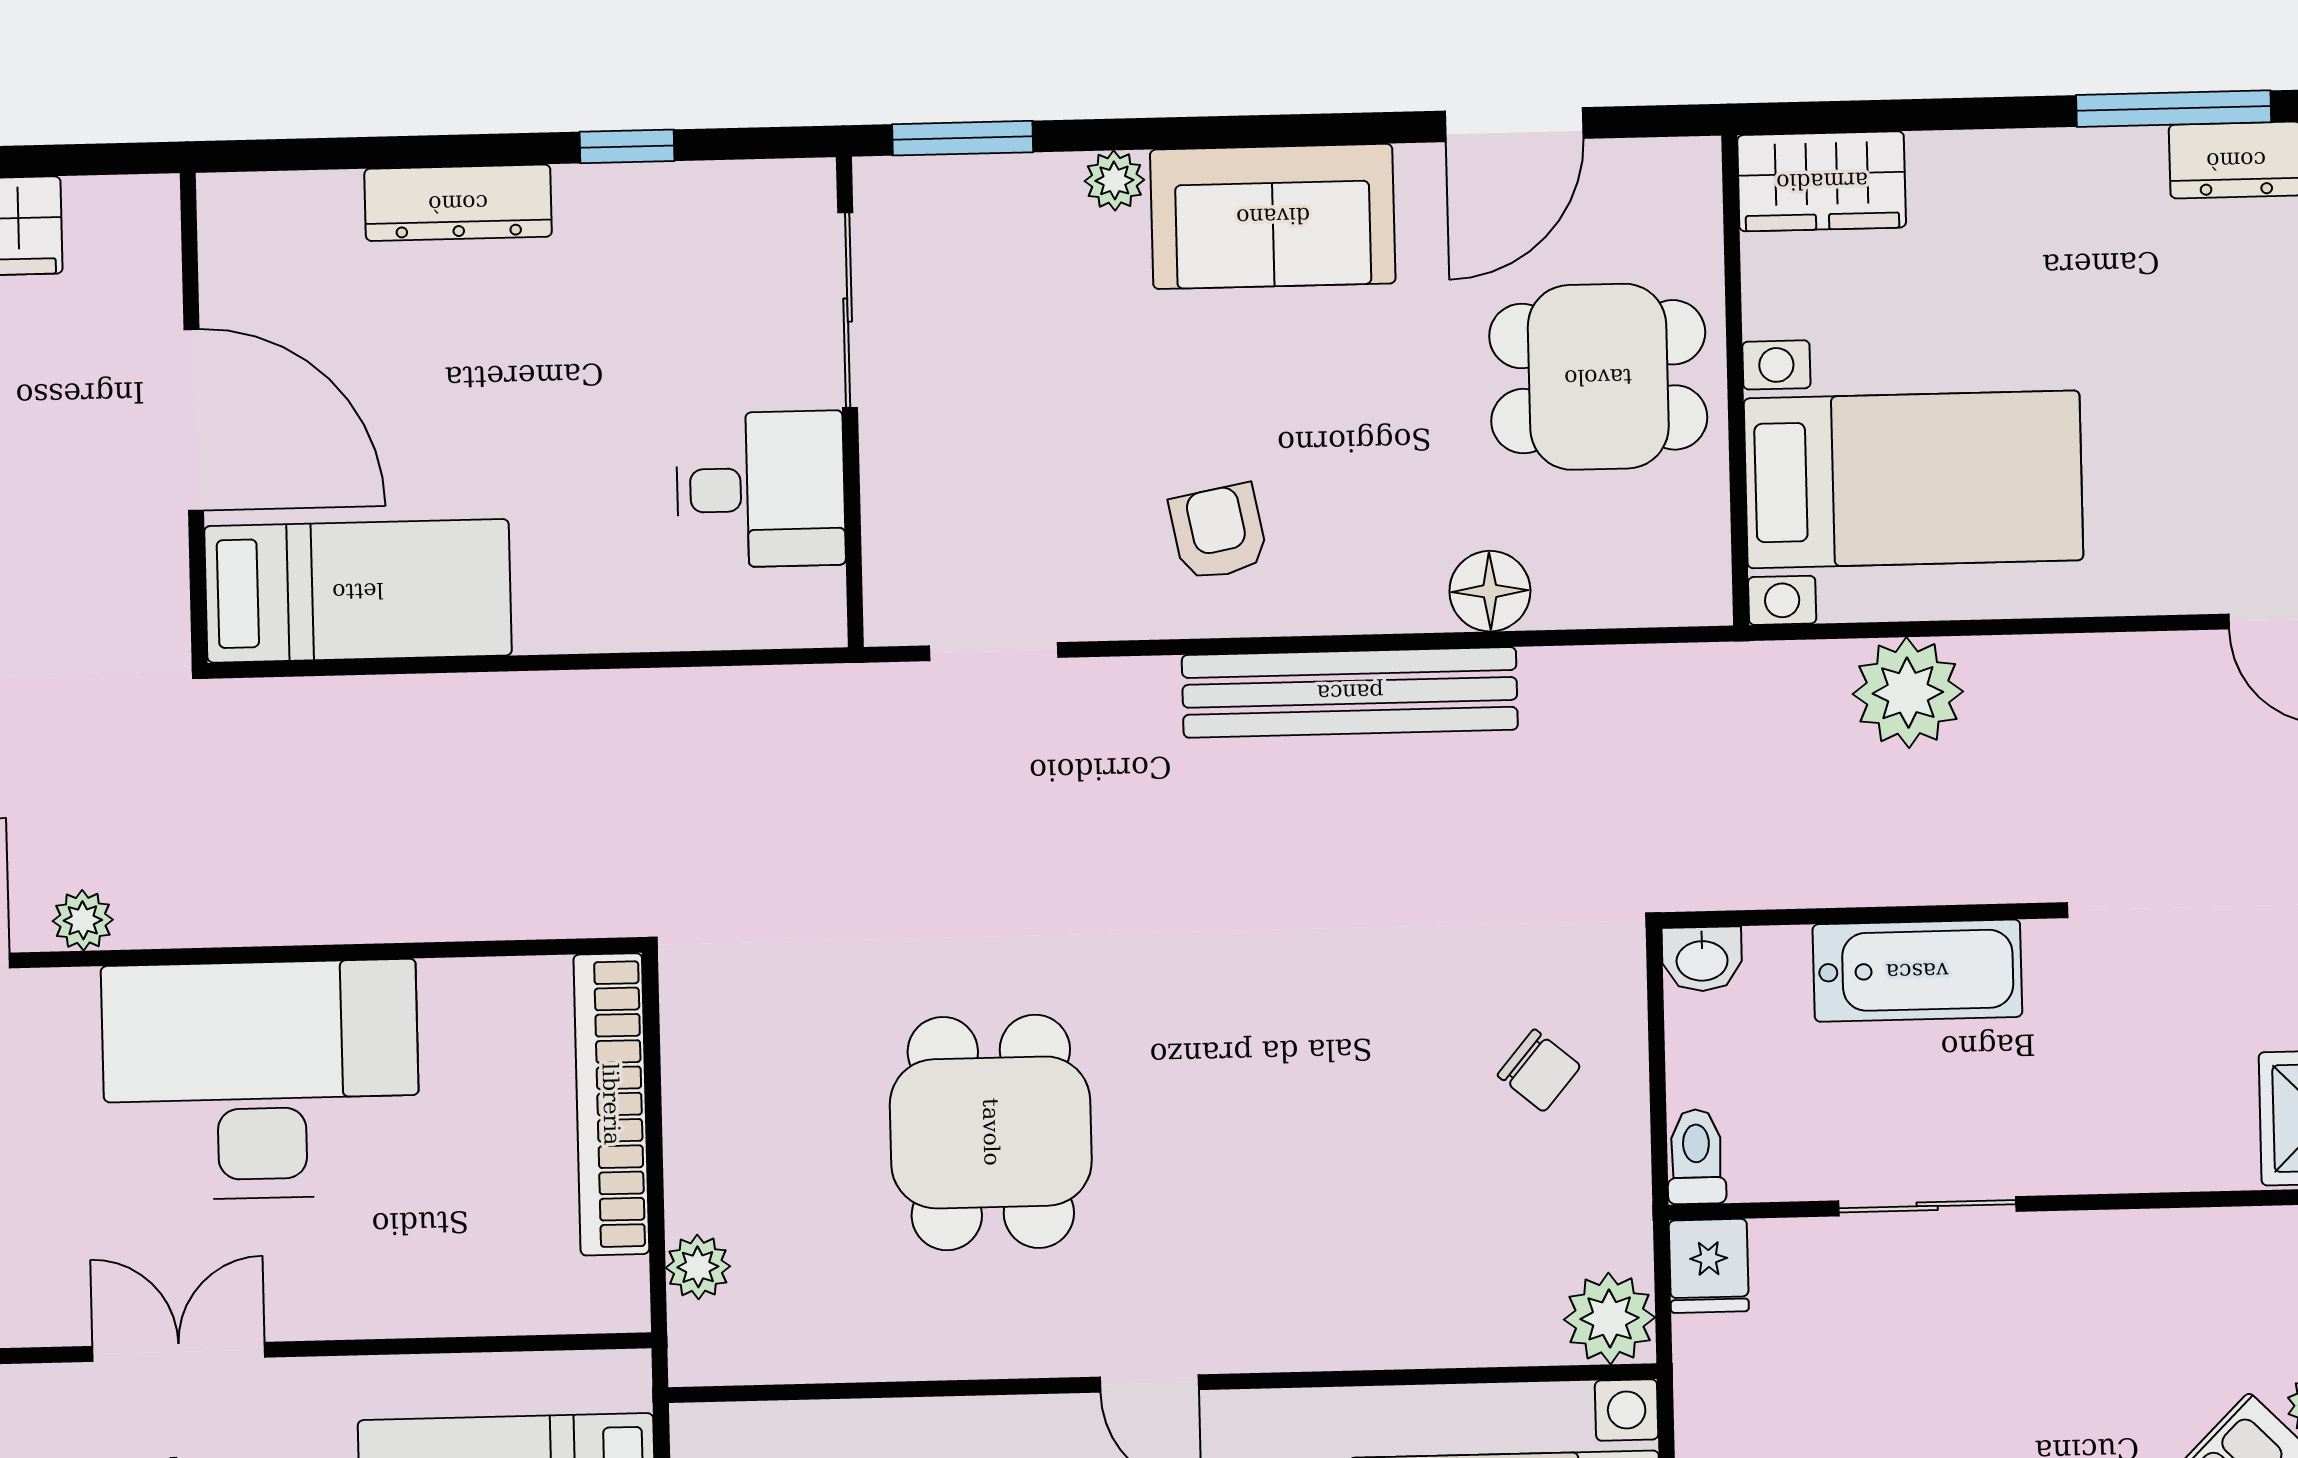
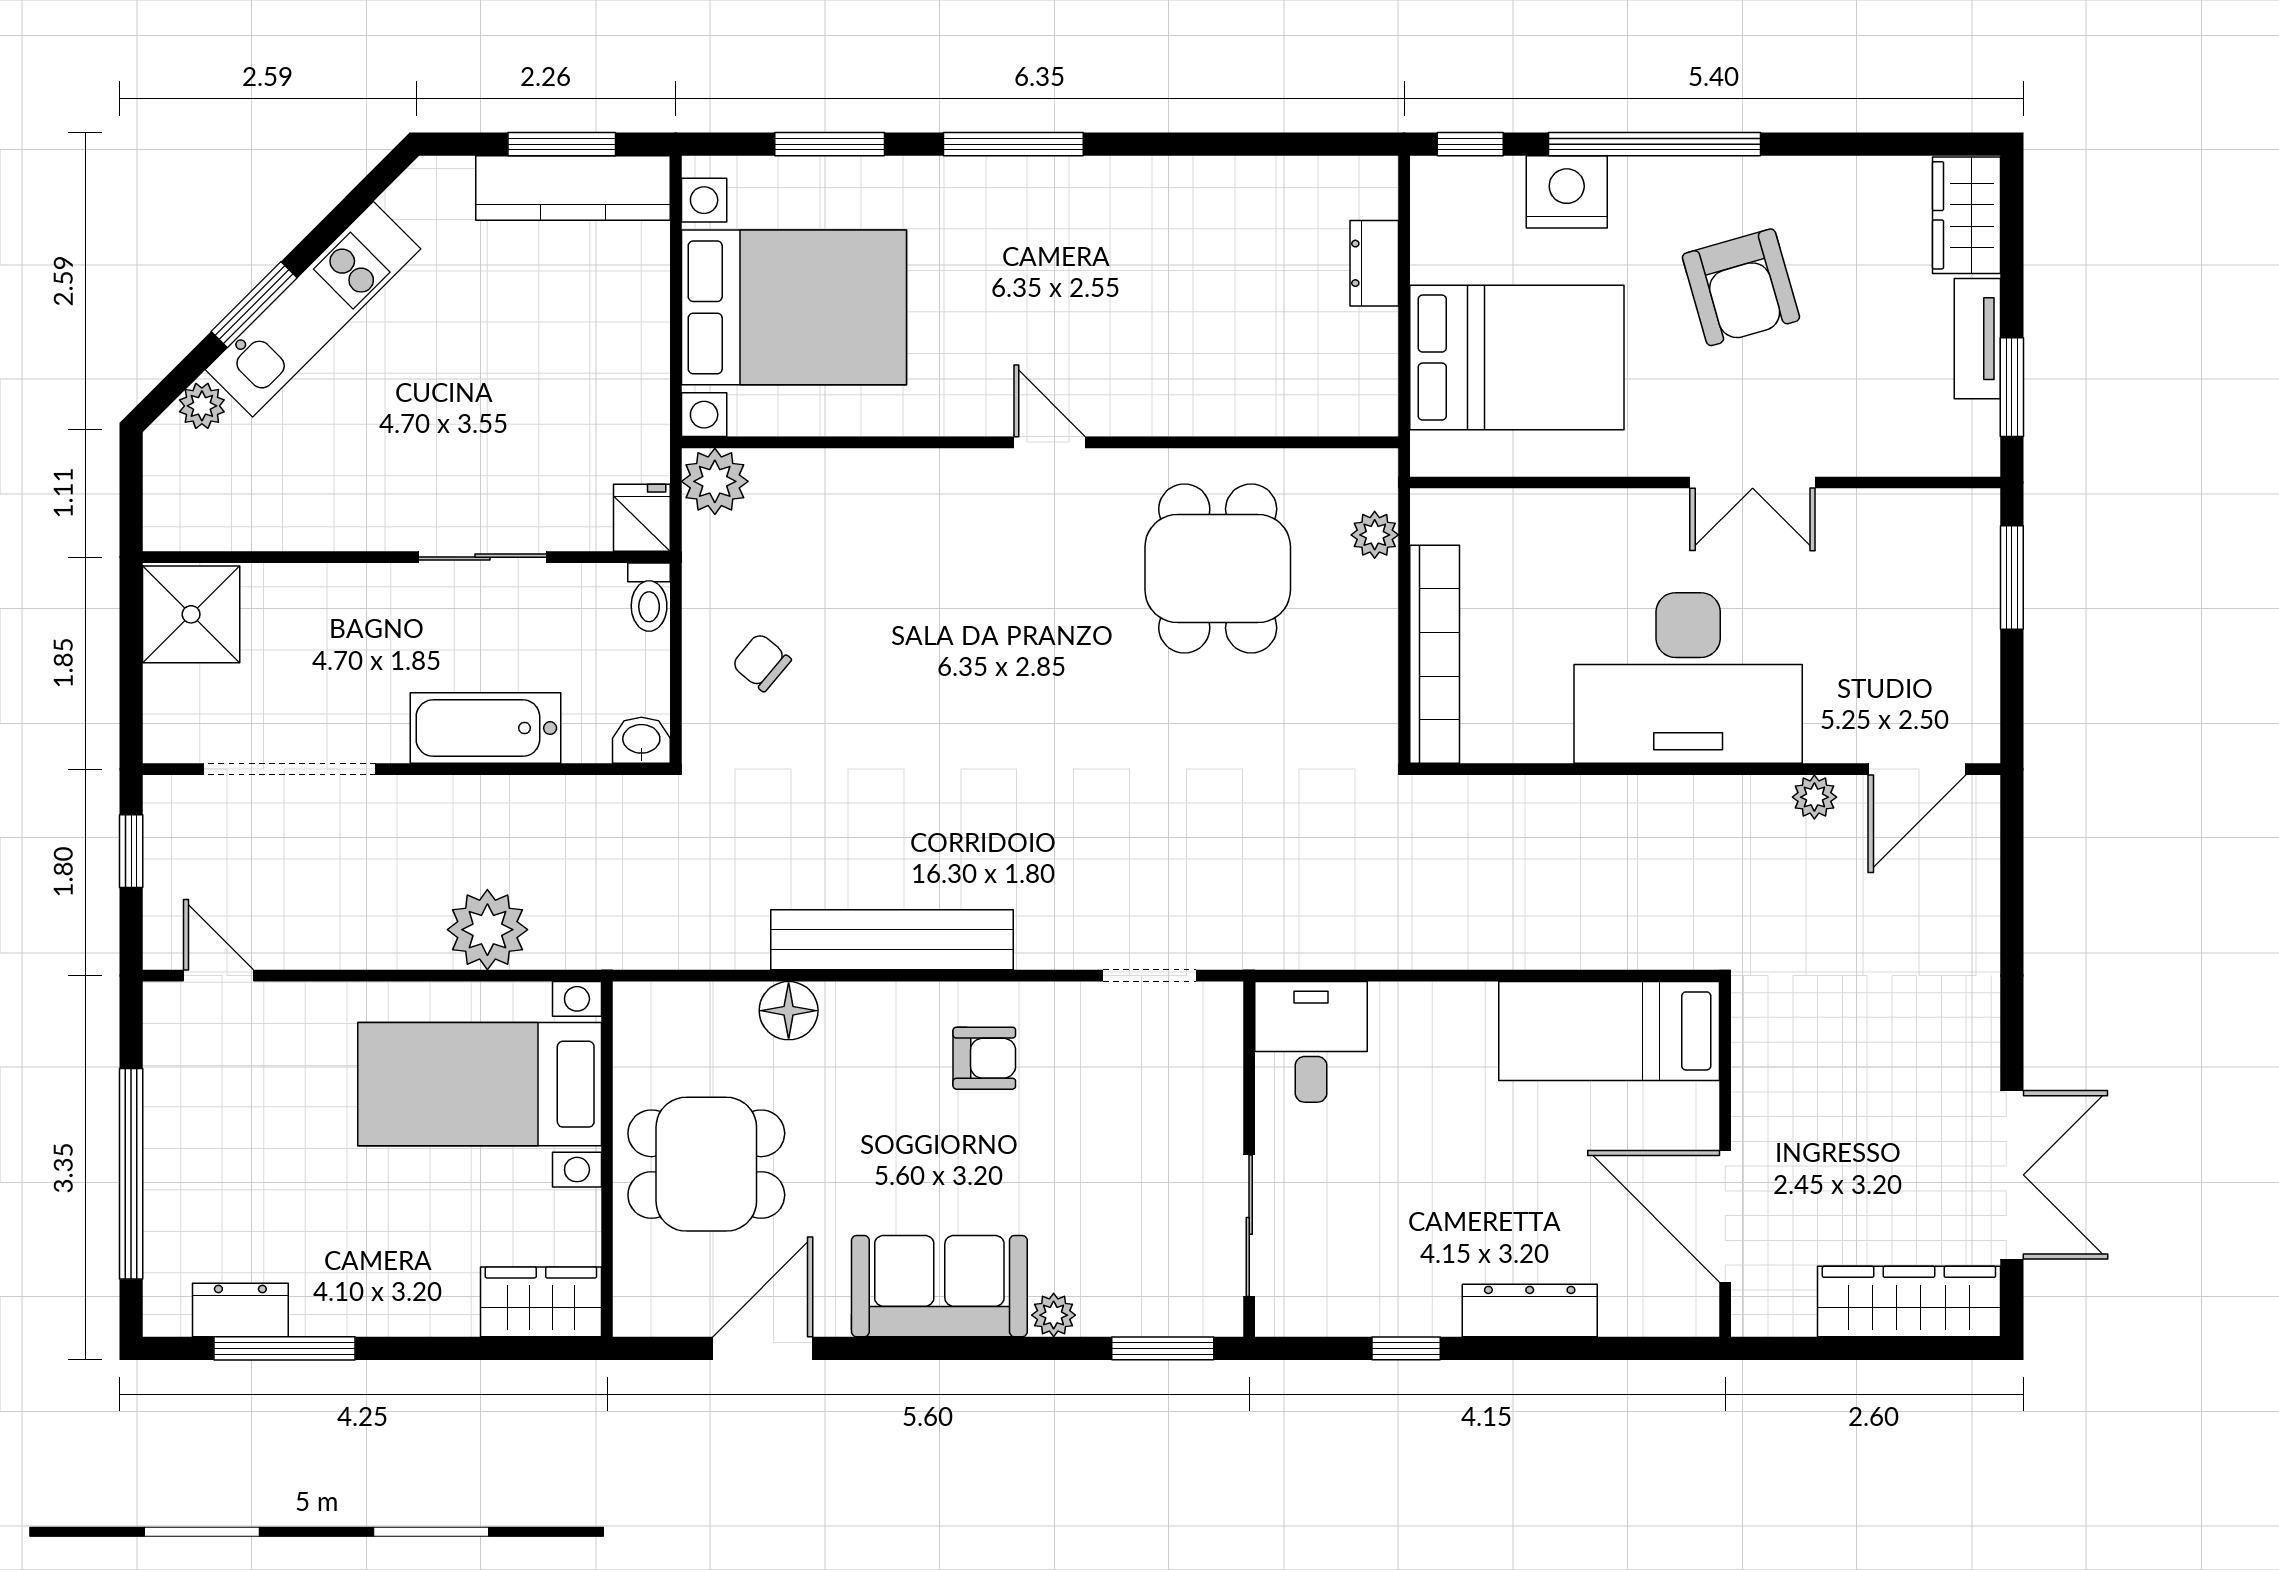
door: (194, 420) -> (1725, 1216), moved
desk: (761, 489) -> (1311, 1042), moved, turned 90
armchair: (1218, 532) -> (984, 1058), turned -79
dining table: (991, 1132) -> (1218, 568), moved

